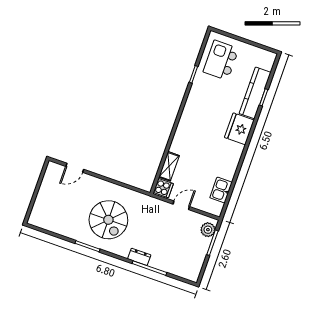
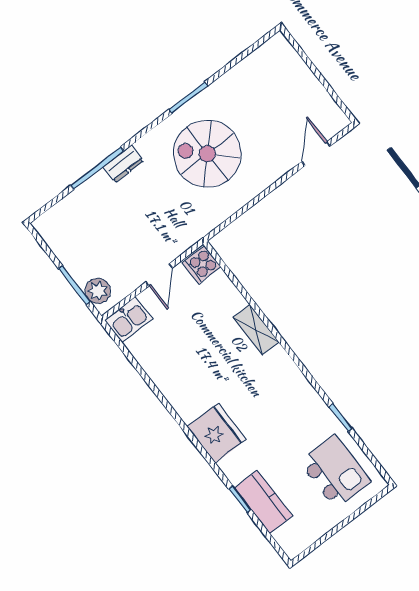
kitchen counter: (255, 93) -> (263, 502), width x0.67
shelving: (169, 166) -> (256, 330), moved
kitchen sink: (221, 190) -> (129, 319), moved, turned 90

